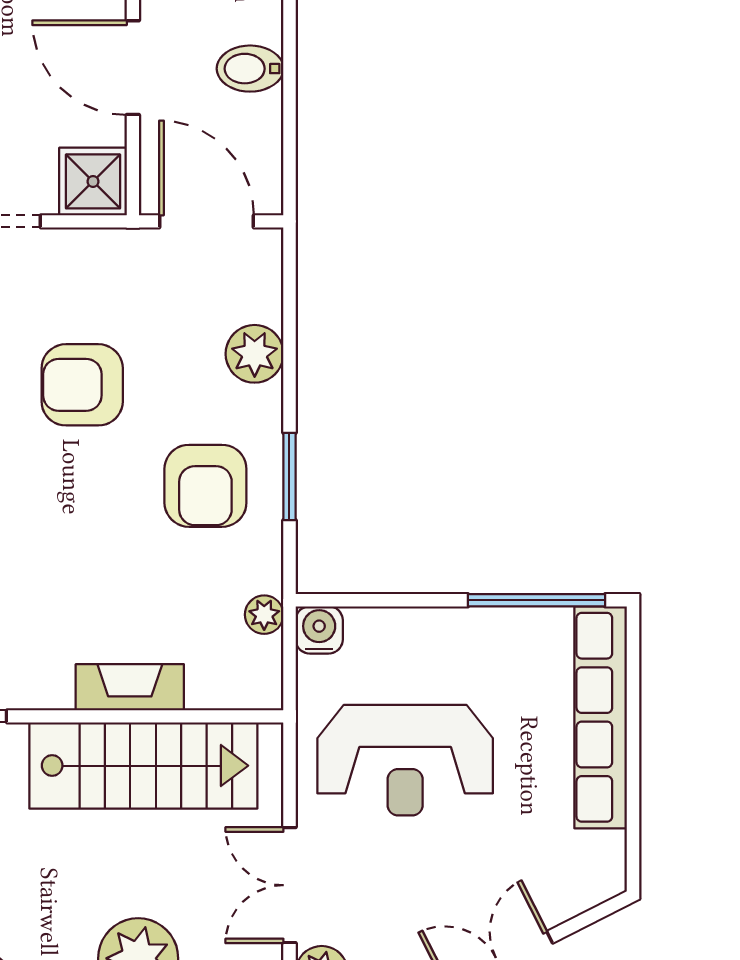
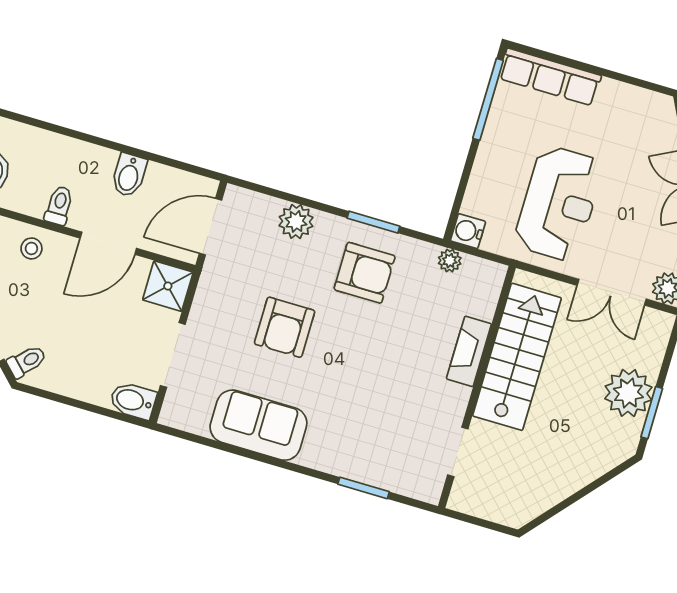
row of seats: (601, 717) -> (550, 77), width x0.73

